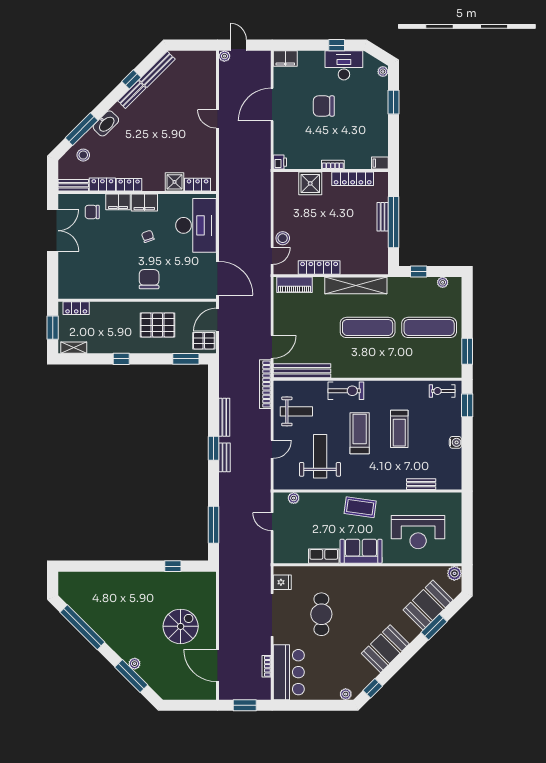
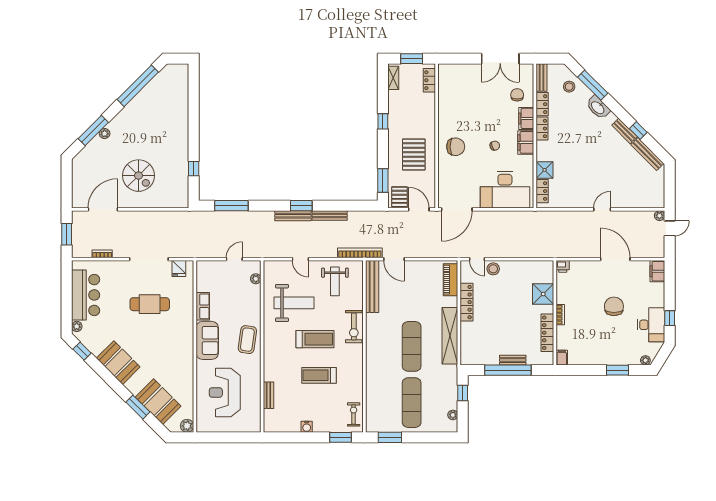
bench: (225, 457) -> (293, 216), width x1.36
bar counter: (289, 672) -> (86, 295), moved, turned -90

